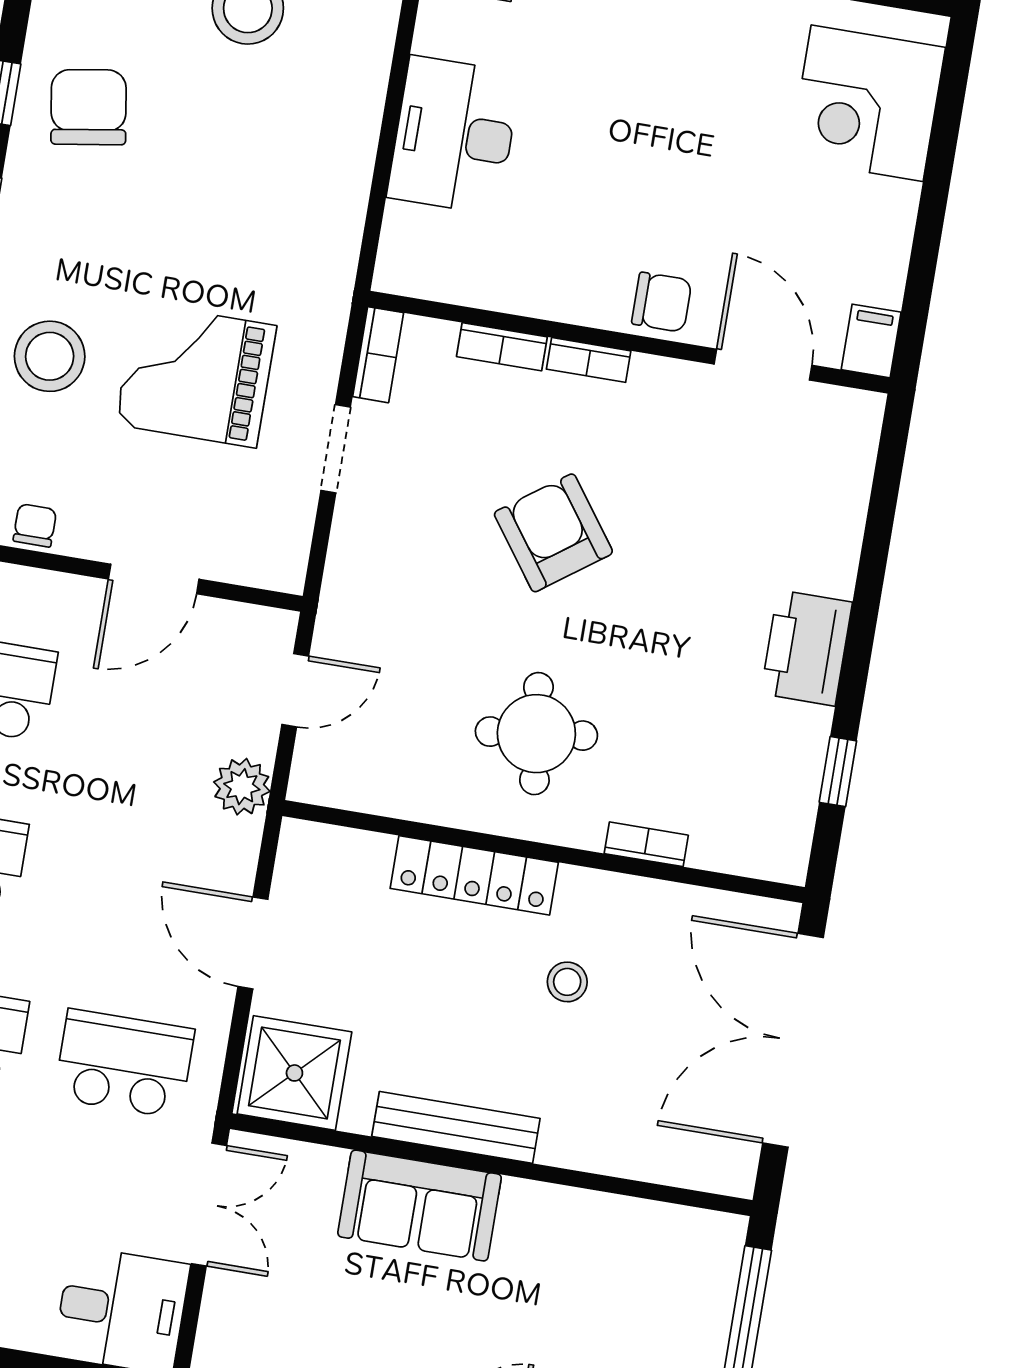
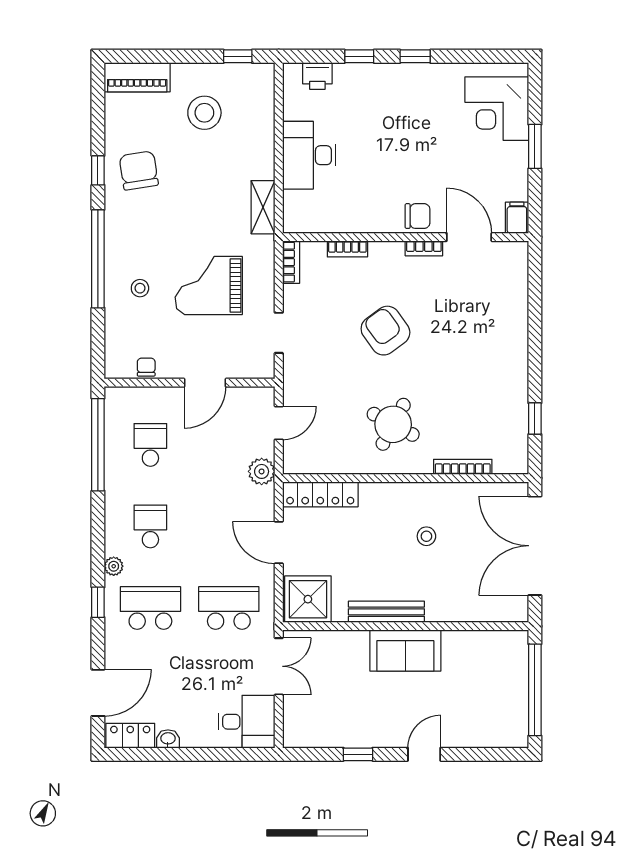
window: (934, 197) -> (535, 146), added
shelving: (338, 229) -> (263, 207), added
stool: (50, 356) -> (140, 288), width x0.53, depth x0.53
bookcase: (589, 360) -> (424, 248), moved
doorway: (336, 449) -> (279, 333), moved
printer: (807, 648) -> (511, 364), removed
round table: (536, 734) -> (393, 424), turned 35
bookcase: (646, 844) -> (463, 467), width x1.56
locker: (474, 875) -> (320, 494), moved
sofa: (420, 1205) -> (405, 651), moved

